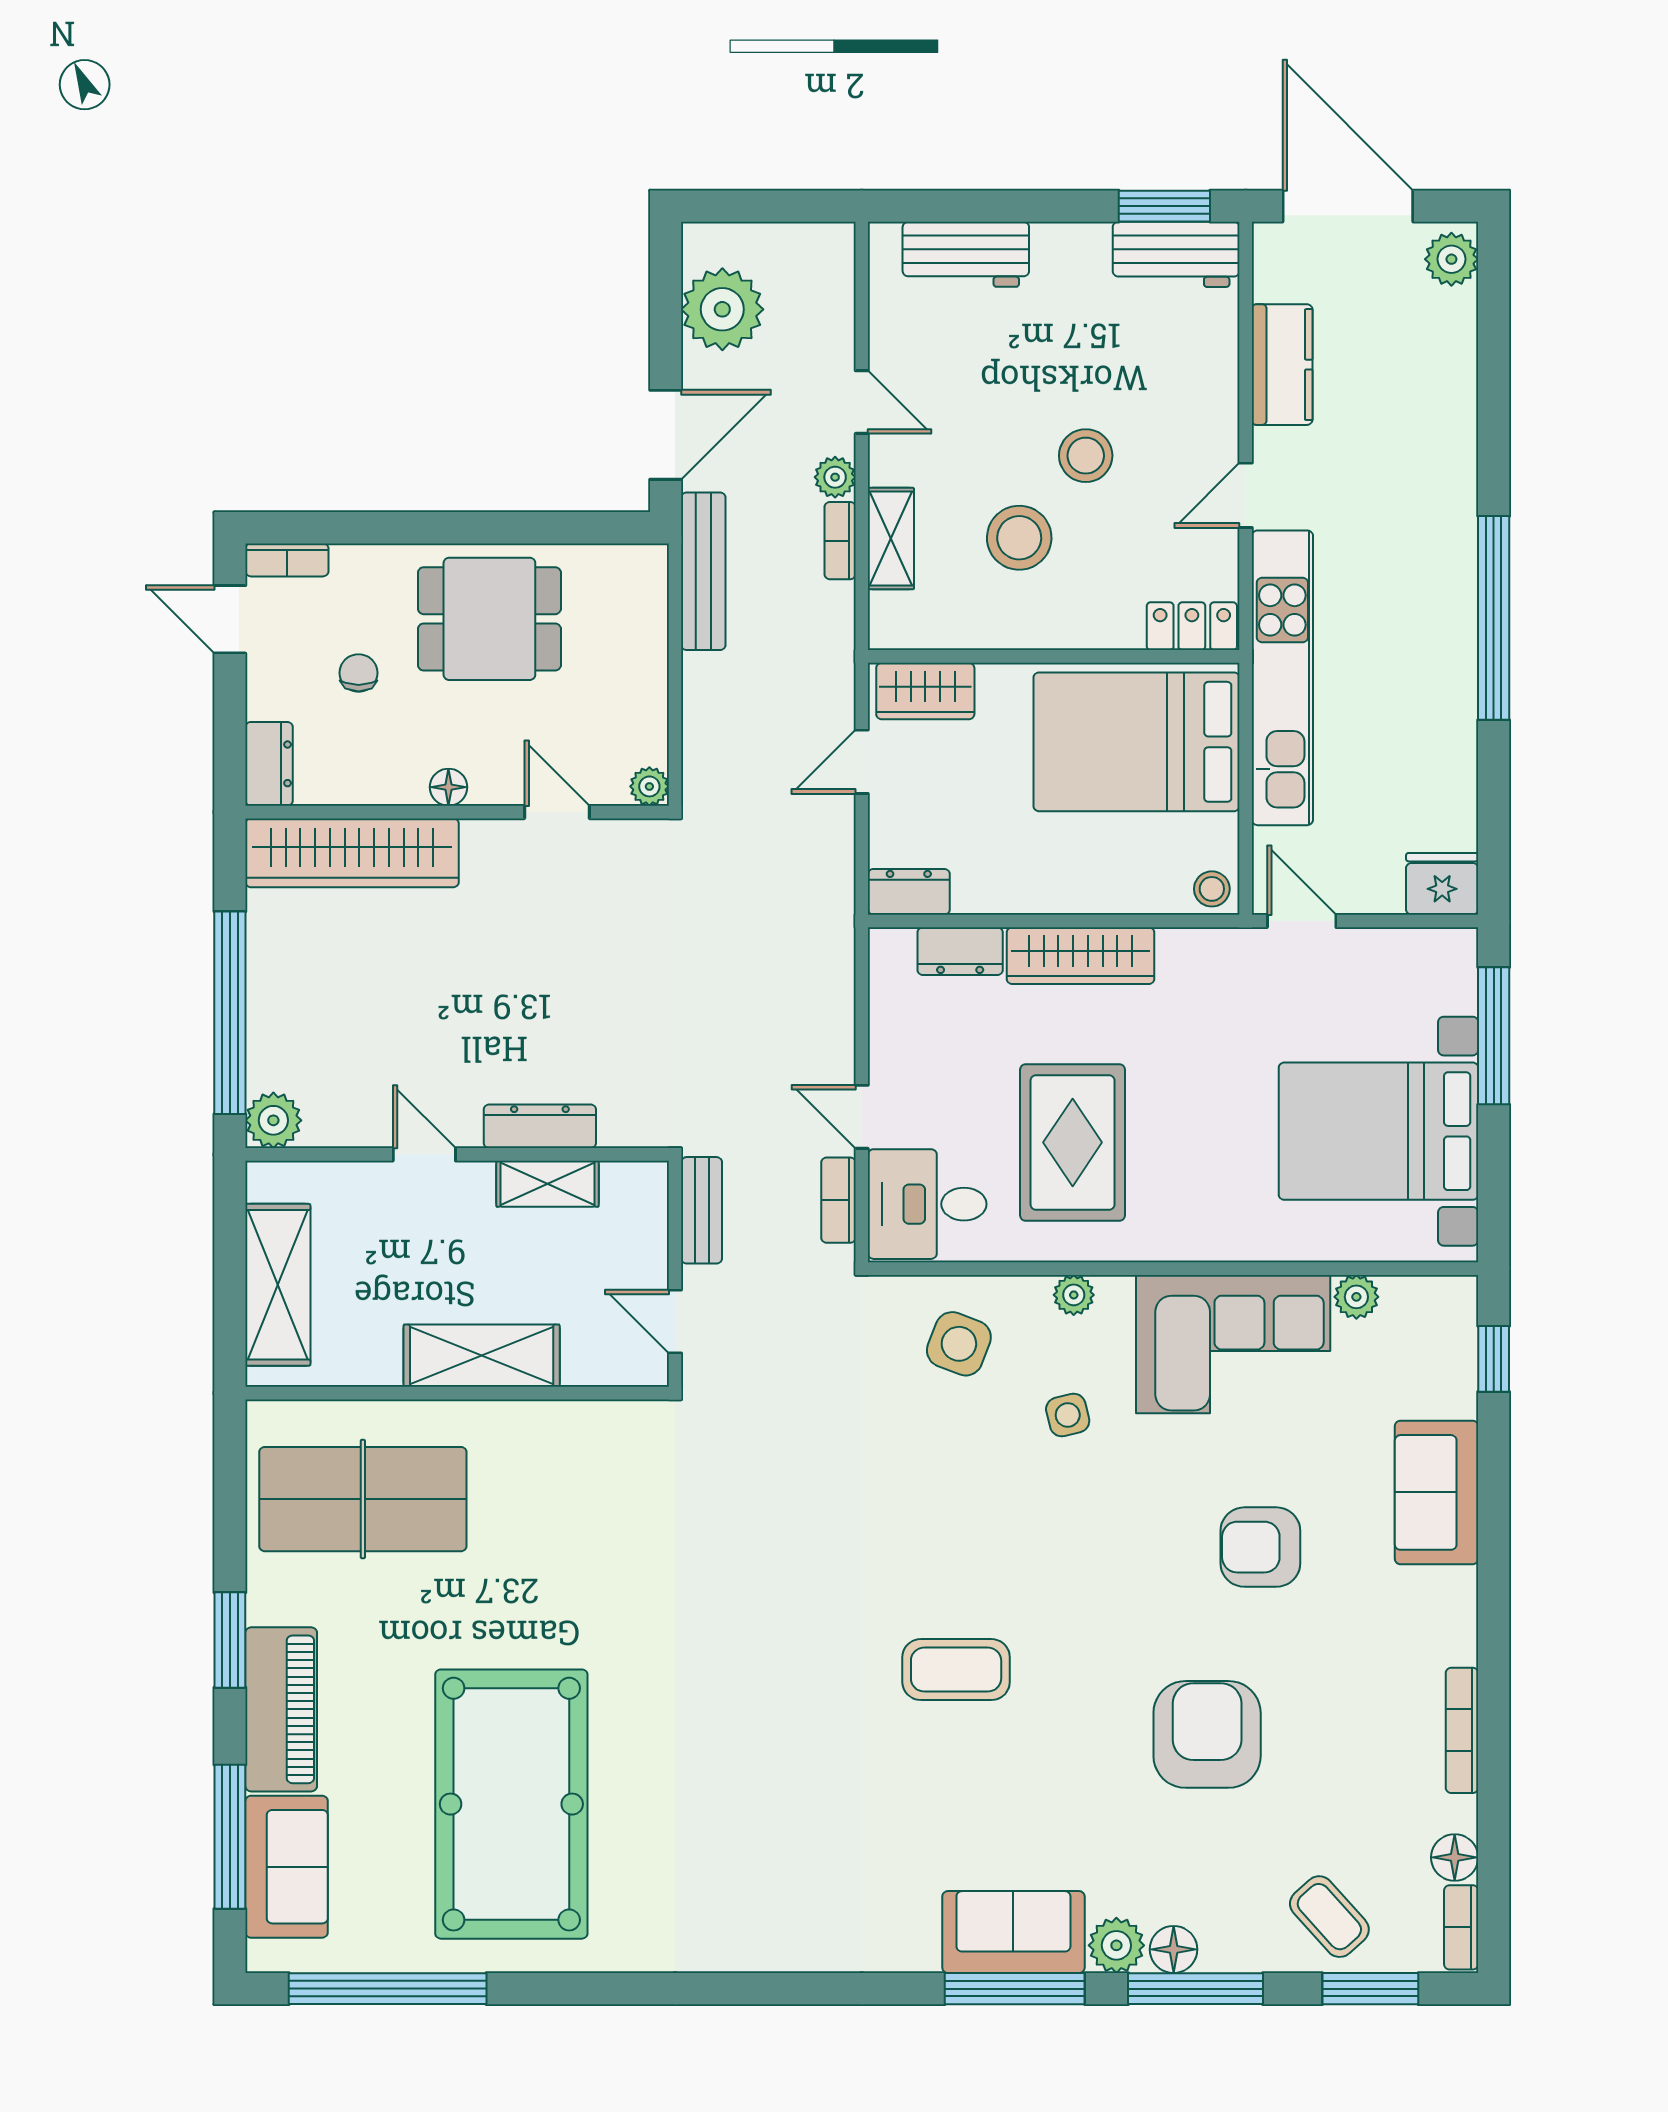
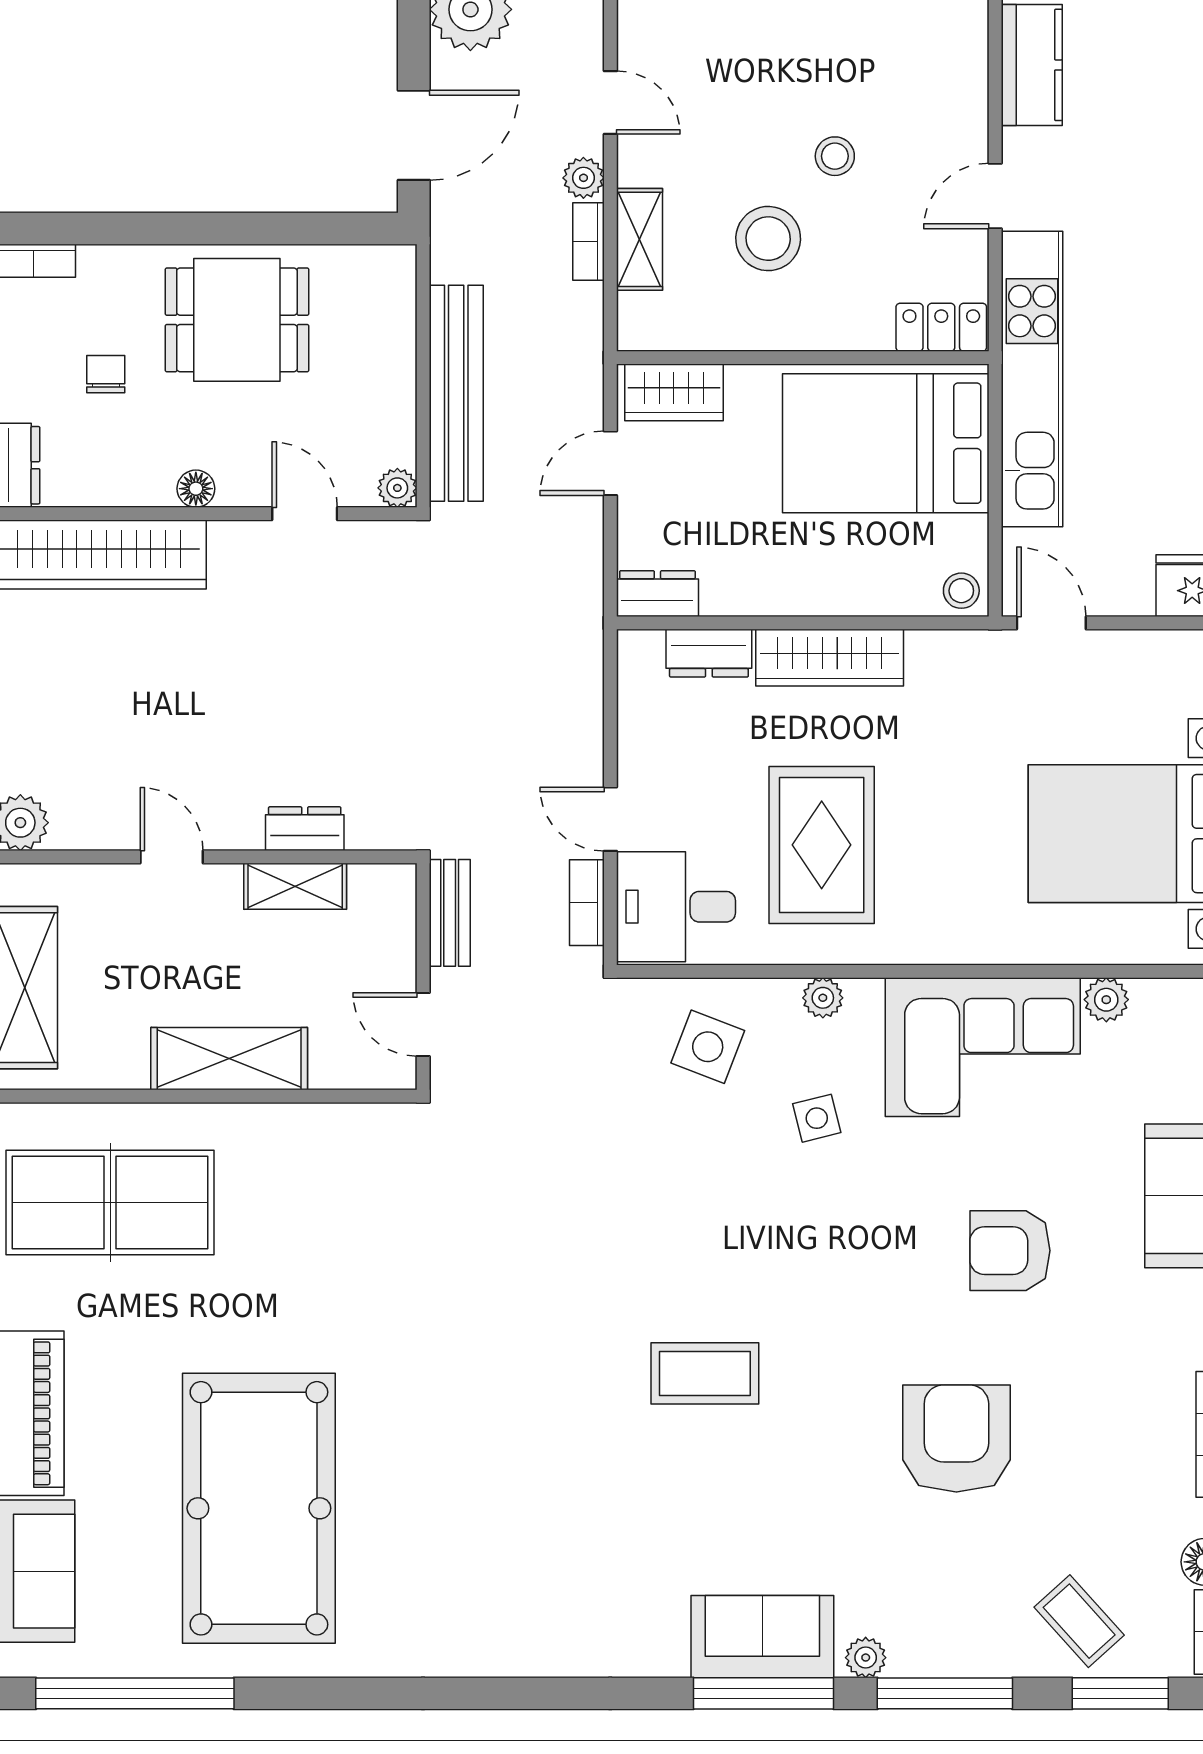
stool: (1086, 456) -> (835, 156), width x0.73, depth x0.73
bench: (703, 571) -> (456, 393), moved, width x1.37, depth x1.21
dresser: (540, 1126) -> (305, 829), width x0.70
plant: (1116, 1945) -> (866, 1658), width x0.73, depth x0.73
floor lamp: (1174, 1949) -> (923, 1654), removed

